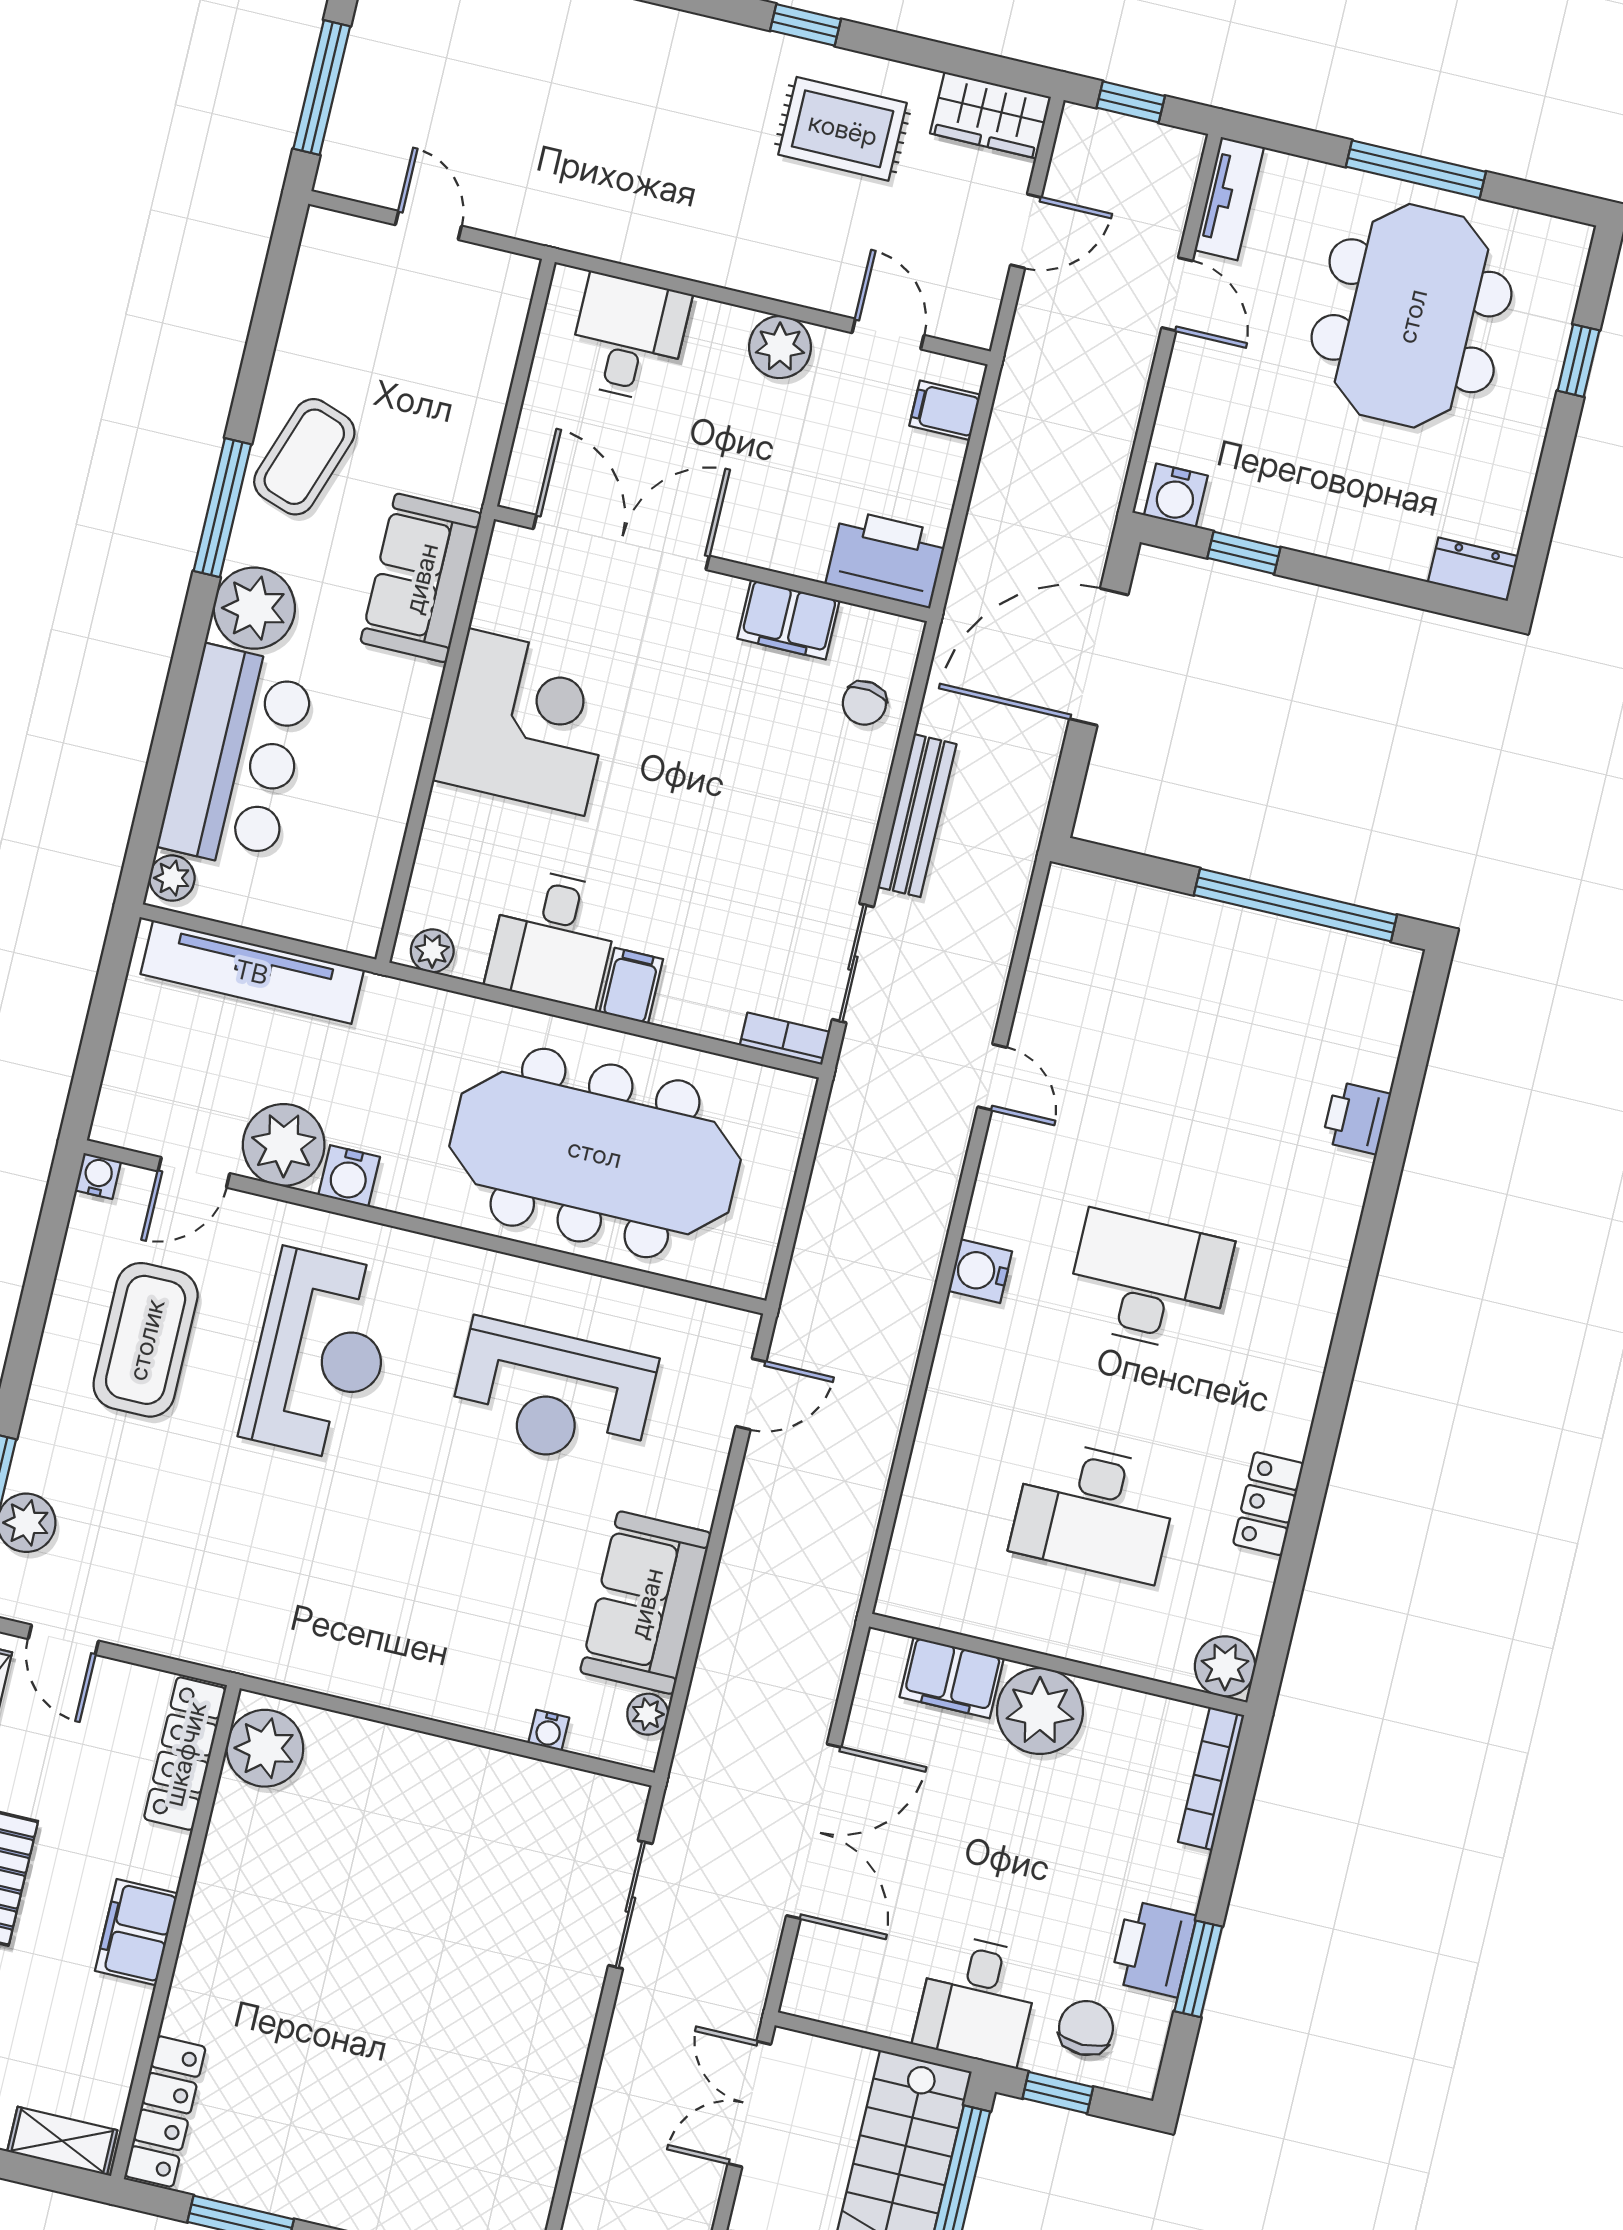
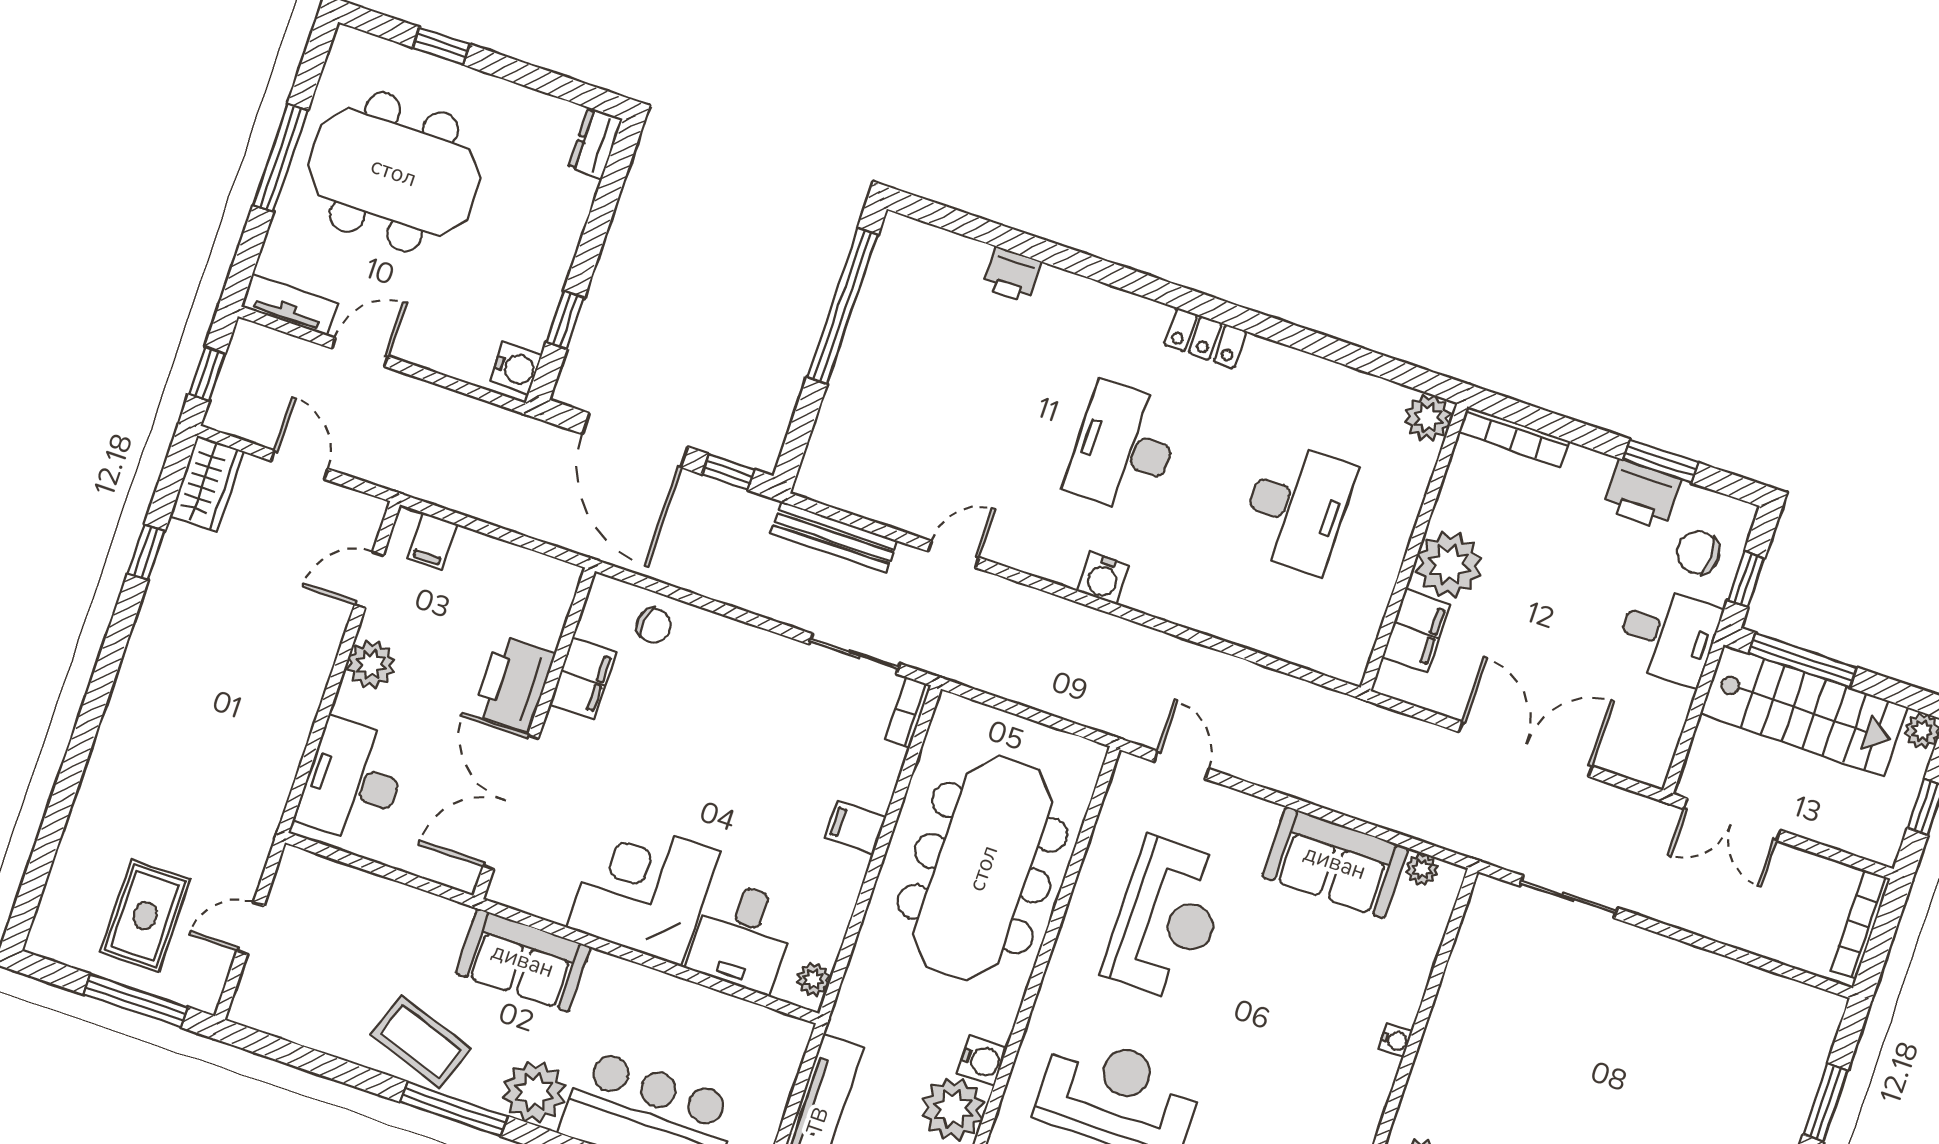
window: (805, 25) -> (146, 552), moved
rug: (843, 129) -> (145, 916), moved
desk: (629, 338) -> (353, 781), width x1.37
printer: (886, 559) -> (514, 684), moved
window: (1070, 780) -> (728, 472), added
bench: (917, 816) -> (834, 537), moved
desk: (554, 938) -> (742, 937), moved, turned 90
locker: (1268, 1504) -> (1205, 338), moved
water cooler: (549, 1730) -> (1395, 1040), moved

